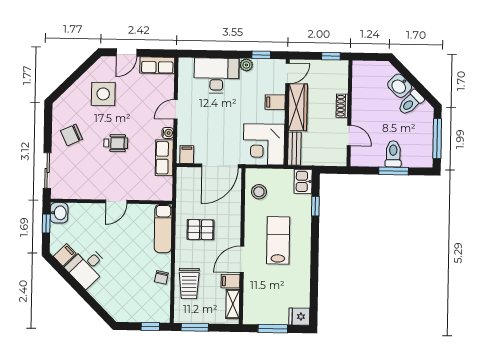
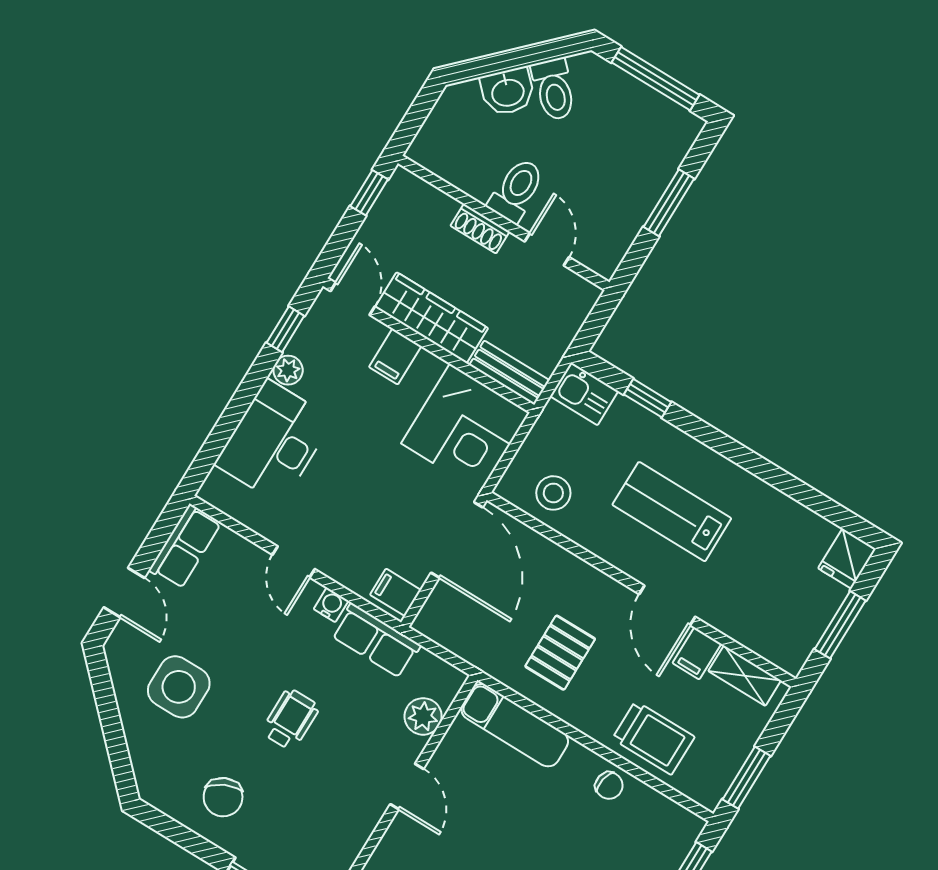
door: (349, 135) -> (547, 249), hinge flipped
toilet: (393, 154) -> (517, 190), moved, turned 90
plant: (146, 192) -> (423, 716), added

